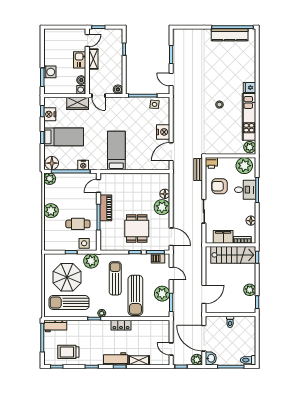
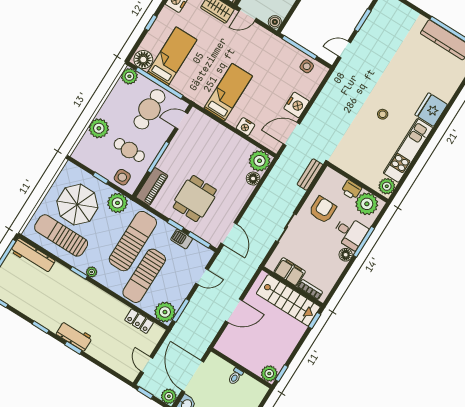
door: (171, 80) -> (344, 49), hinge flipped
fridge: (249, 88) -> (431, 110), width x1.88, depth x1.34
door: (98, 96) -> (248, 15), hinge flipped
bed: (64, 137) -> (172, 56), moved, turned -90
printer: (211, 163) -> (351, 190), moved
nightstand: (83, 165) -> (245, 127), moved
armchair: (219, 186) -> (323, 210), turned 90
cafe table: (75, 191) -> (149, 109), added
plant: (162, 207) -> (260, 161), moved
piano: (106, 208) -> (152, 186), moved
plant: (51, 211) -> (99, 128), moved
floor lamp: (251, 221) -> (346, 255), moved
barbecue: (158, 258) -> (182, 239), moved
door: (171, 274) -> (202, 277), hinge flipped
sun lounger: (115, 278) -> (133, 241), width x1.36, depth x1.34
plant: (250, 290) -> (269, 374), moved
plant: (162, 294) -> (165, 312), moved
door: (204, 294) -> (234, 311), moved
locker: (121, 325) -> (139, 321), moved
workbench: (55, 326) -> (33, 256), width x1.38
trolley: (68, 352) -> (24, 293), removed
shelving: (139, 360) -> (100, 355), removed

